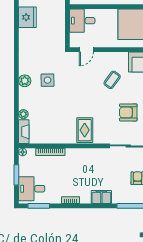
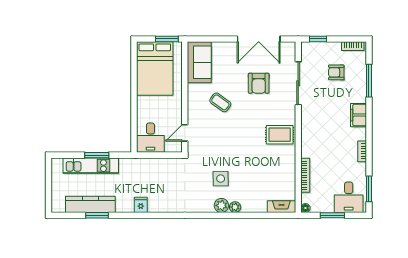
fridge: (27, 17) -> (141, 205), width x0.53, depth x0.75
door: (86, 50) -> (185, 133), swing flipped
plant: (23, 114) -> (235, 207), moved

